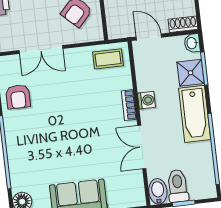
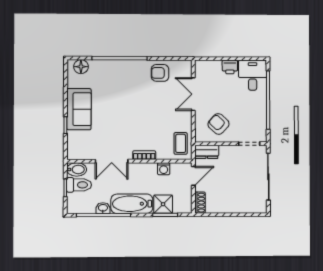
dresser: (115, 23) -> (207, 152), added
washbasin: (192, 43) -> (103, 208), moved
washing machine: (146, 100) -> (164, 169), moved
double door: (142, 147) -> (112, 161), swing flipped

